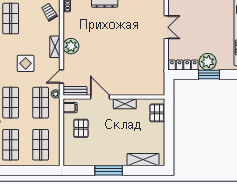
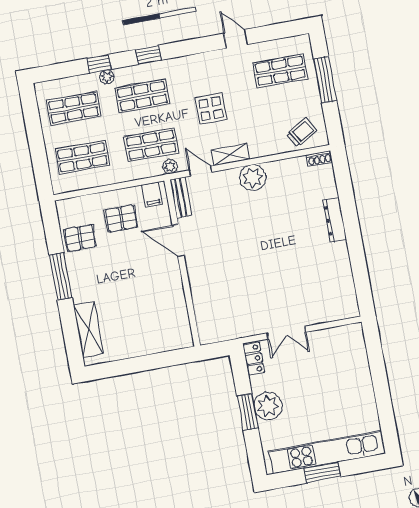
double door: (166, 27) -> (286, 333), moved
shelving: (55, 47) -> (230, 155), moved
locker: (183, 65) -> (254, 359), width x0.66
door: (100, 97) -> (178, 240), swing flipped
shelving: (125, 104) -> (174, 283), removed
pallet: (157, 113) -> (80, 238), moved

